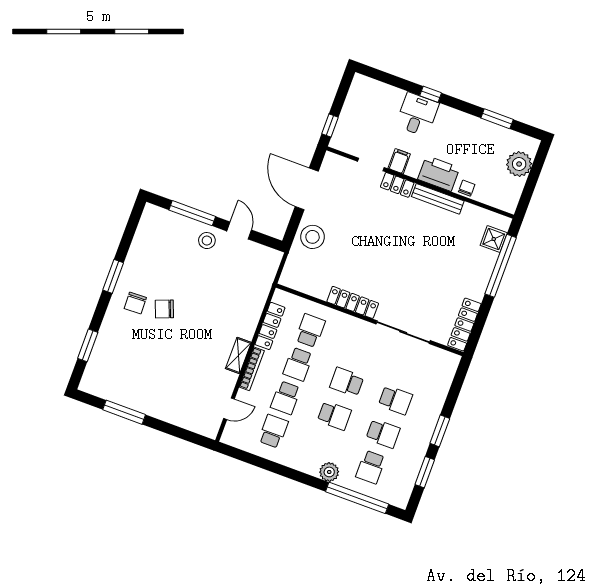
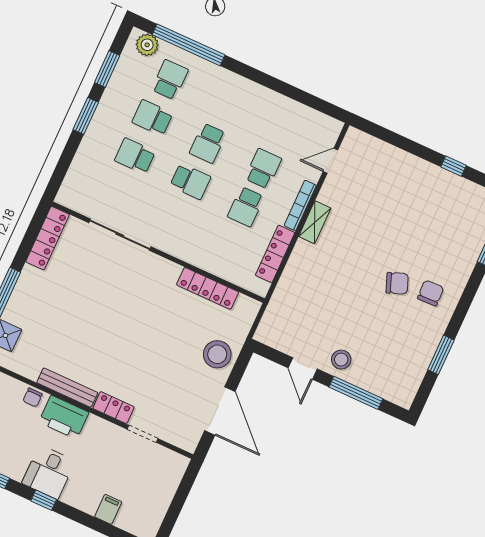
window: (431, 94) -> (44, 500), moved
desk: (417, 114) -> (49, 472), moved
window: (330, 125) -> (187, 483), removed
filing cabinet: (399, 161) -> (108, 509), moved, turned 180
window: (113, 276) -> (441, 355), moved
locker: (353, 302) -> (208, 288), moved
school desk: (310, 331) -> (228, 245), removed
school desk: (298, 364) -> (246, 207), turned 180
window: (124, 412) -> (454, 166), width x0.46
school desk: (334, 416) -> (208, 143), turned -90
school desk: (273, 431) -> (281, 130), removed
plant: (329, 472) -> (147, 45), moved

